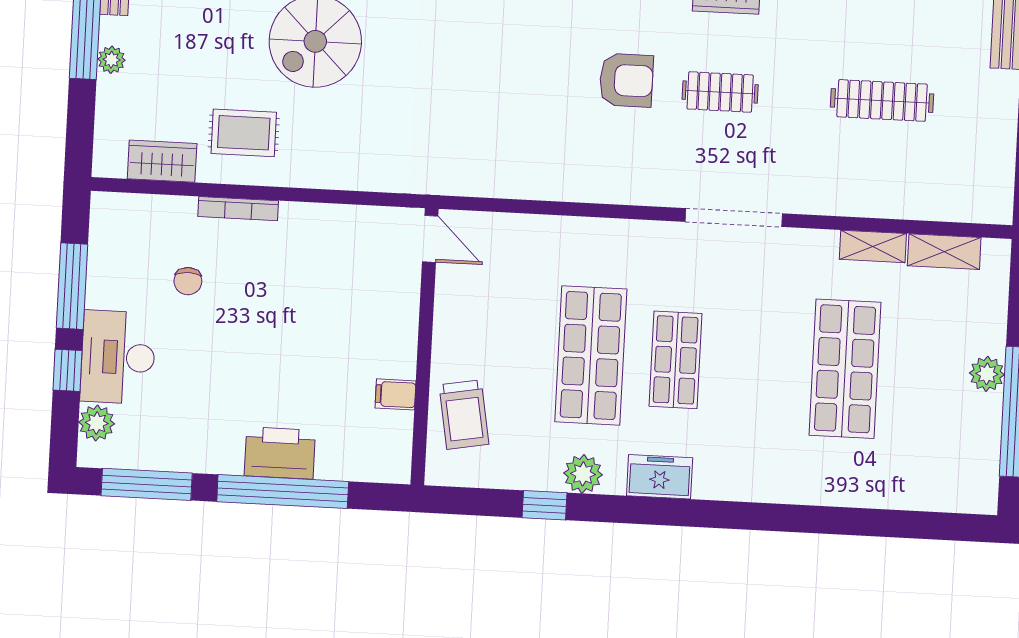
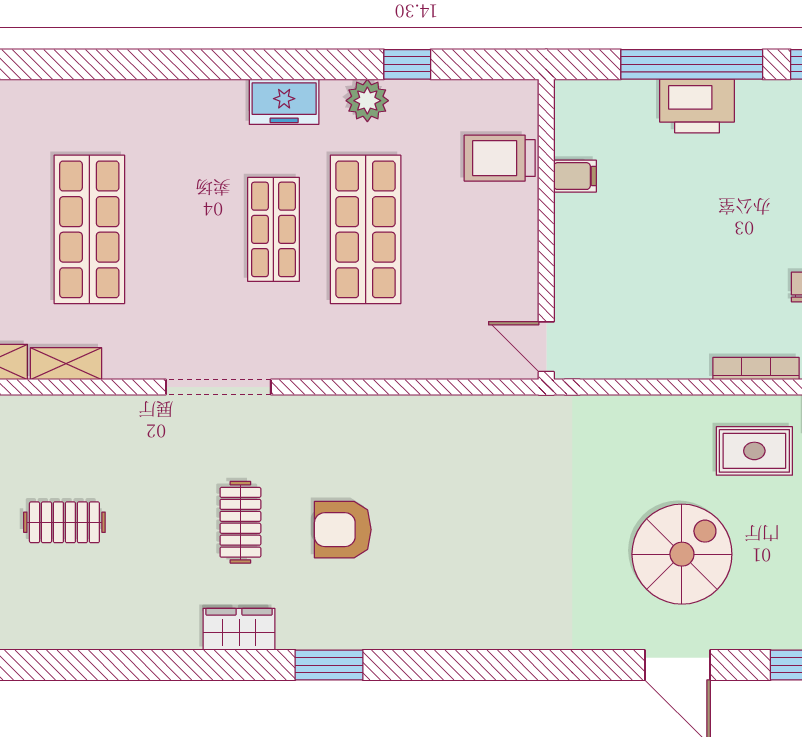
clothes rail: (720, 92) -> (240, 522), turned 90
clothes rail: (882, 100) -> (64, 522), width x0.73
trolley: (464, 415) -> (500, 158), turned -80

